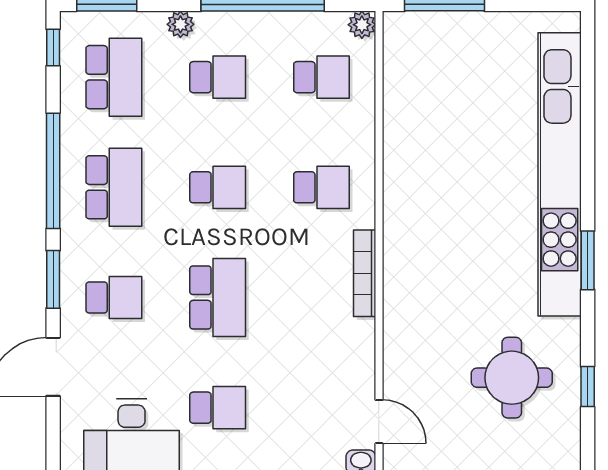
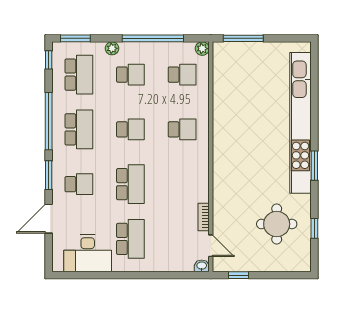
bookcase: (365, 273) -> (204, 217), moved, width x0.64
school desk: (218, 408) -> (130, 239), width x1.85

